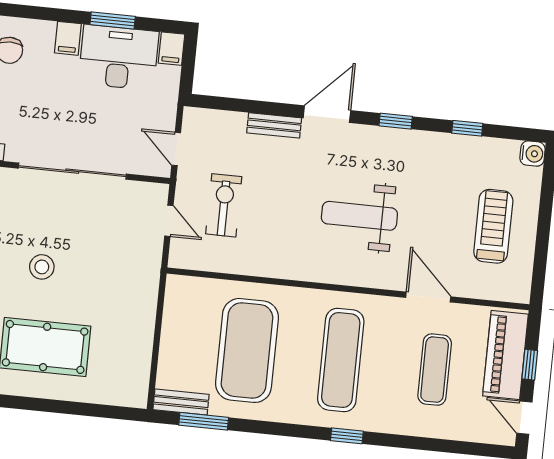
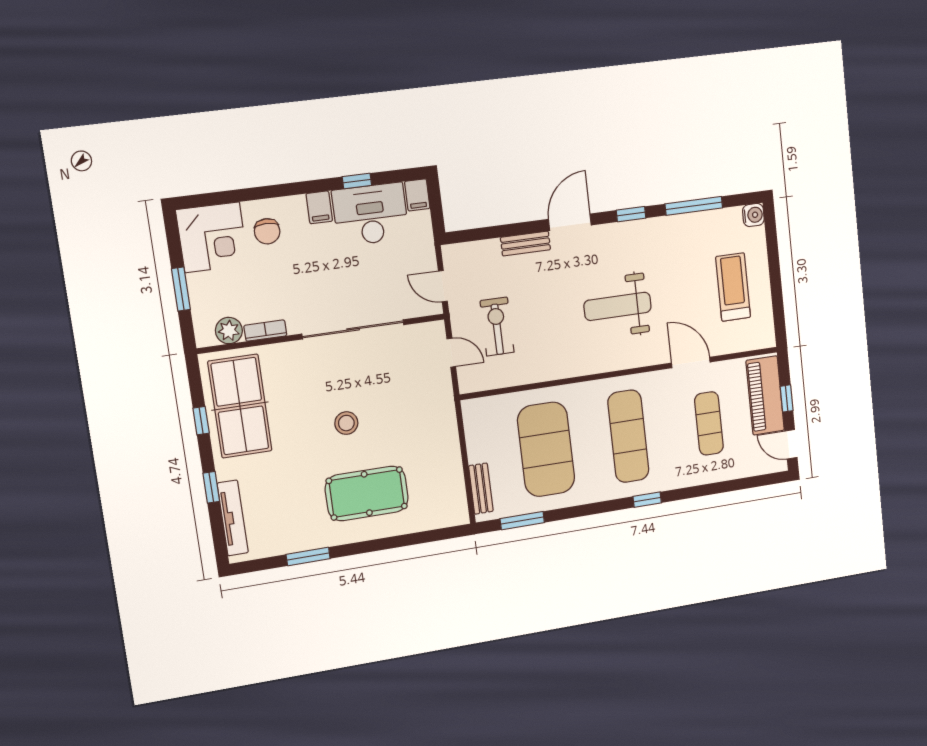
window: (113, 20) -> (357, 181), width x0.67
window: (467, 128) -> (694, 206), width x2.17
bench: (181, 402) -> (481, 489), moved, turned 90

